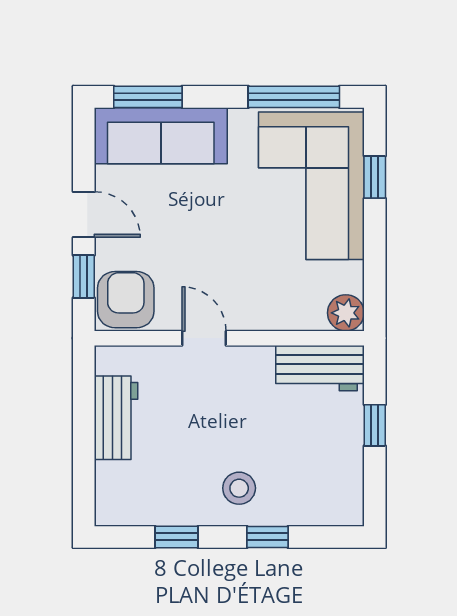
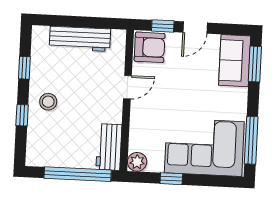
sofa: (161, 136) -> (235, 61), width x0.73
window: (375, 177) -> (171, 179), moved
workbench: (116, 418) -> (80, 39), width x1.37
window: (375, 425) -> (78, 174), width x3.17

